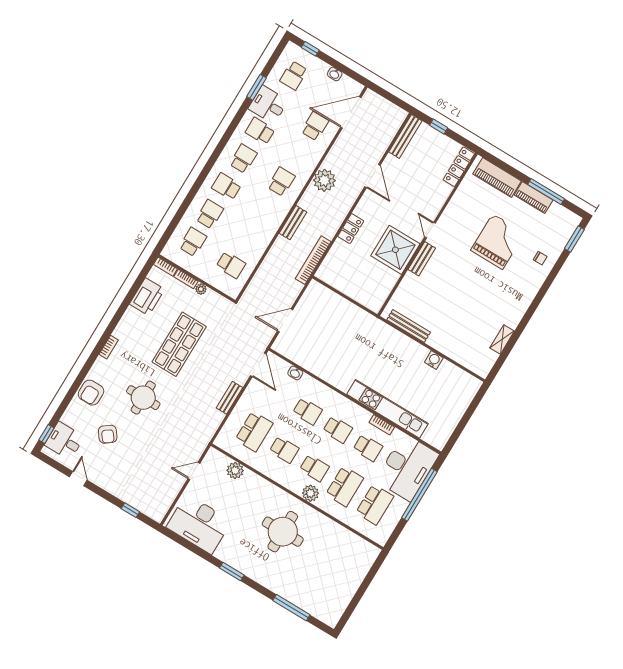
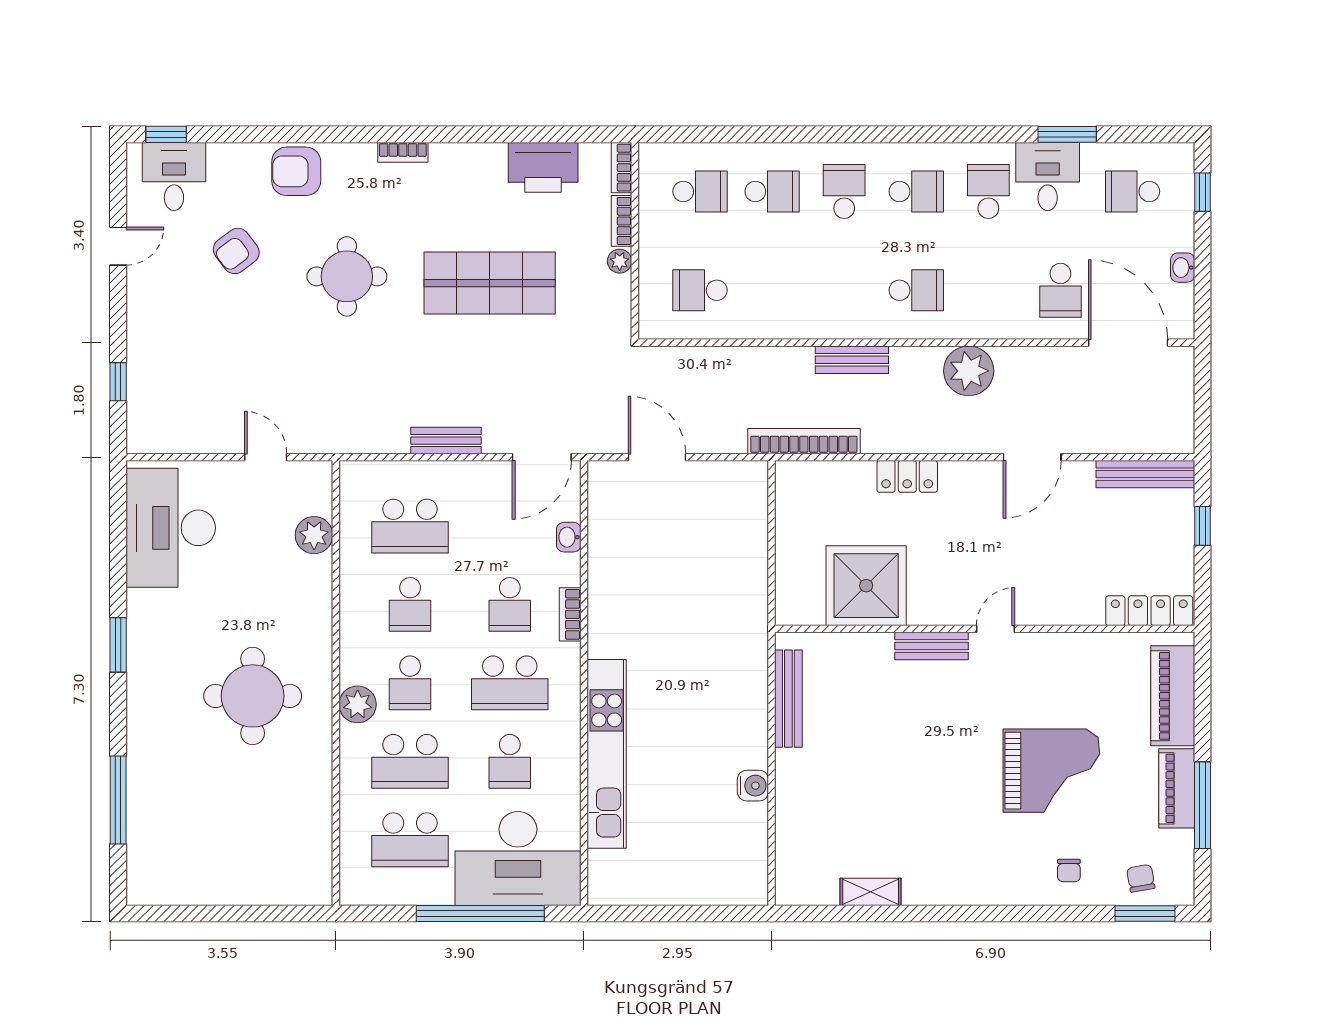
school desk: (315, 126) -> (1060, 290), turned 90
chair: (560, 232) -> (1141, 878), added
shower: (395, 250) -> (866, 586), moved
school desk: (231, 265) -> (700, 290), turned 90
bookcase: (382, 425) -> (570, 614), moved
school desk: (338, 430) -> (510, 683), width x1.85

